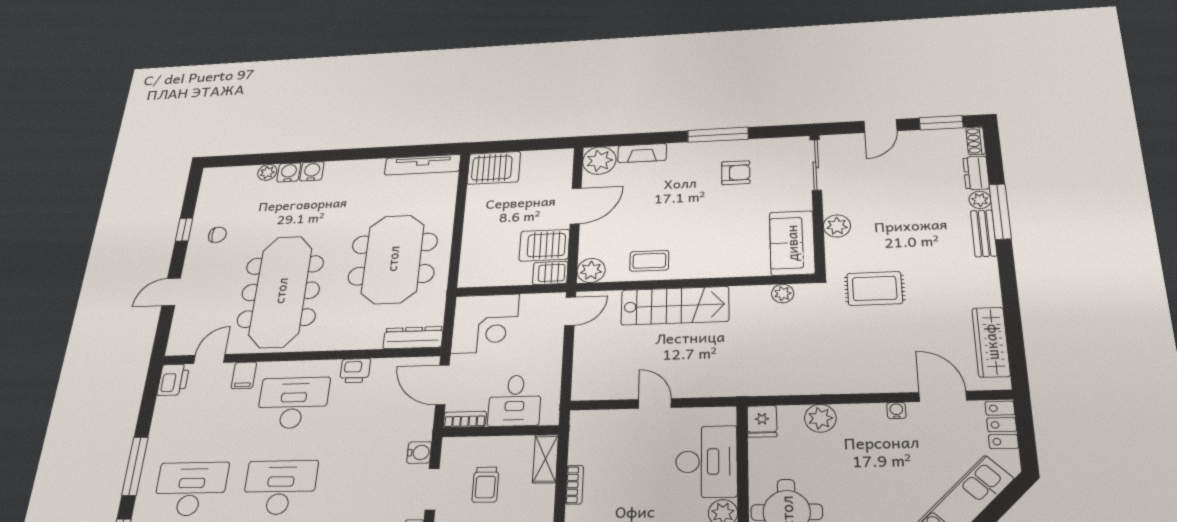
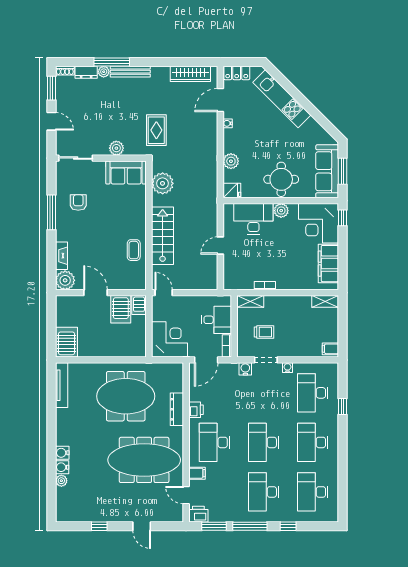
bench: (984, 233) -> (130, 72), width x1.36
chair: (217, 235) -> (104, 505), removed
plant: (591, 270) -> (138, 282), removed
plant: (783, 294) -> (163, 183), width x1.88, depth x1.88
dresser: (413, 338) -> (177, 409), moved
window: (148, 406) -> (214, 526), added

